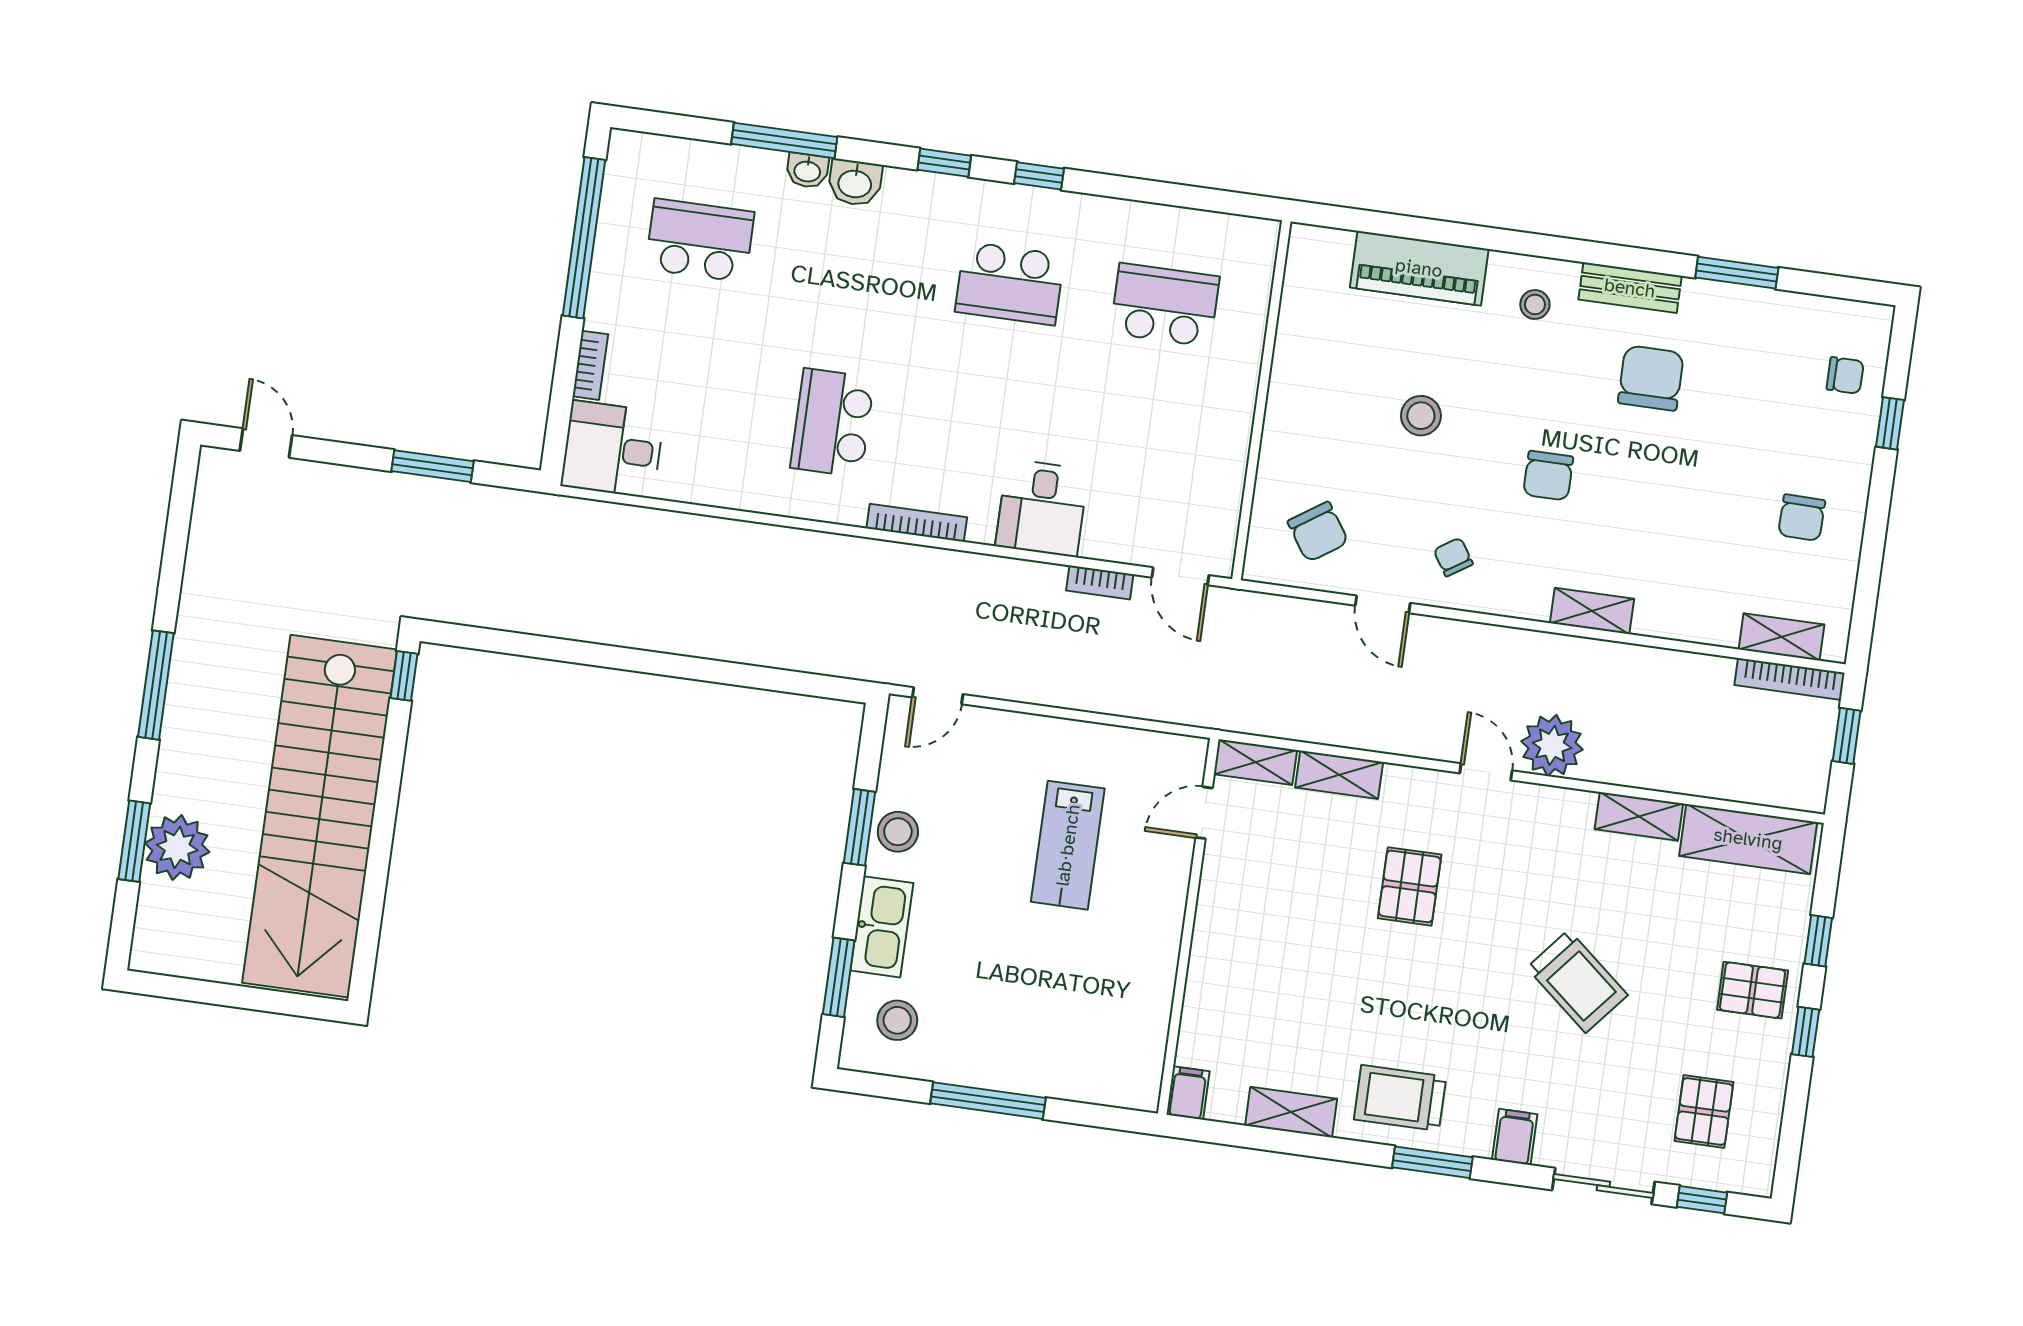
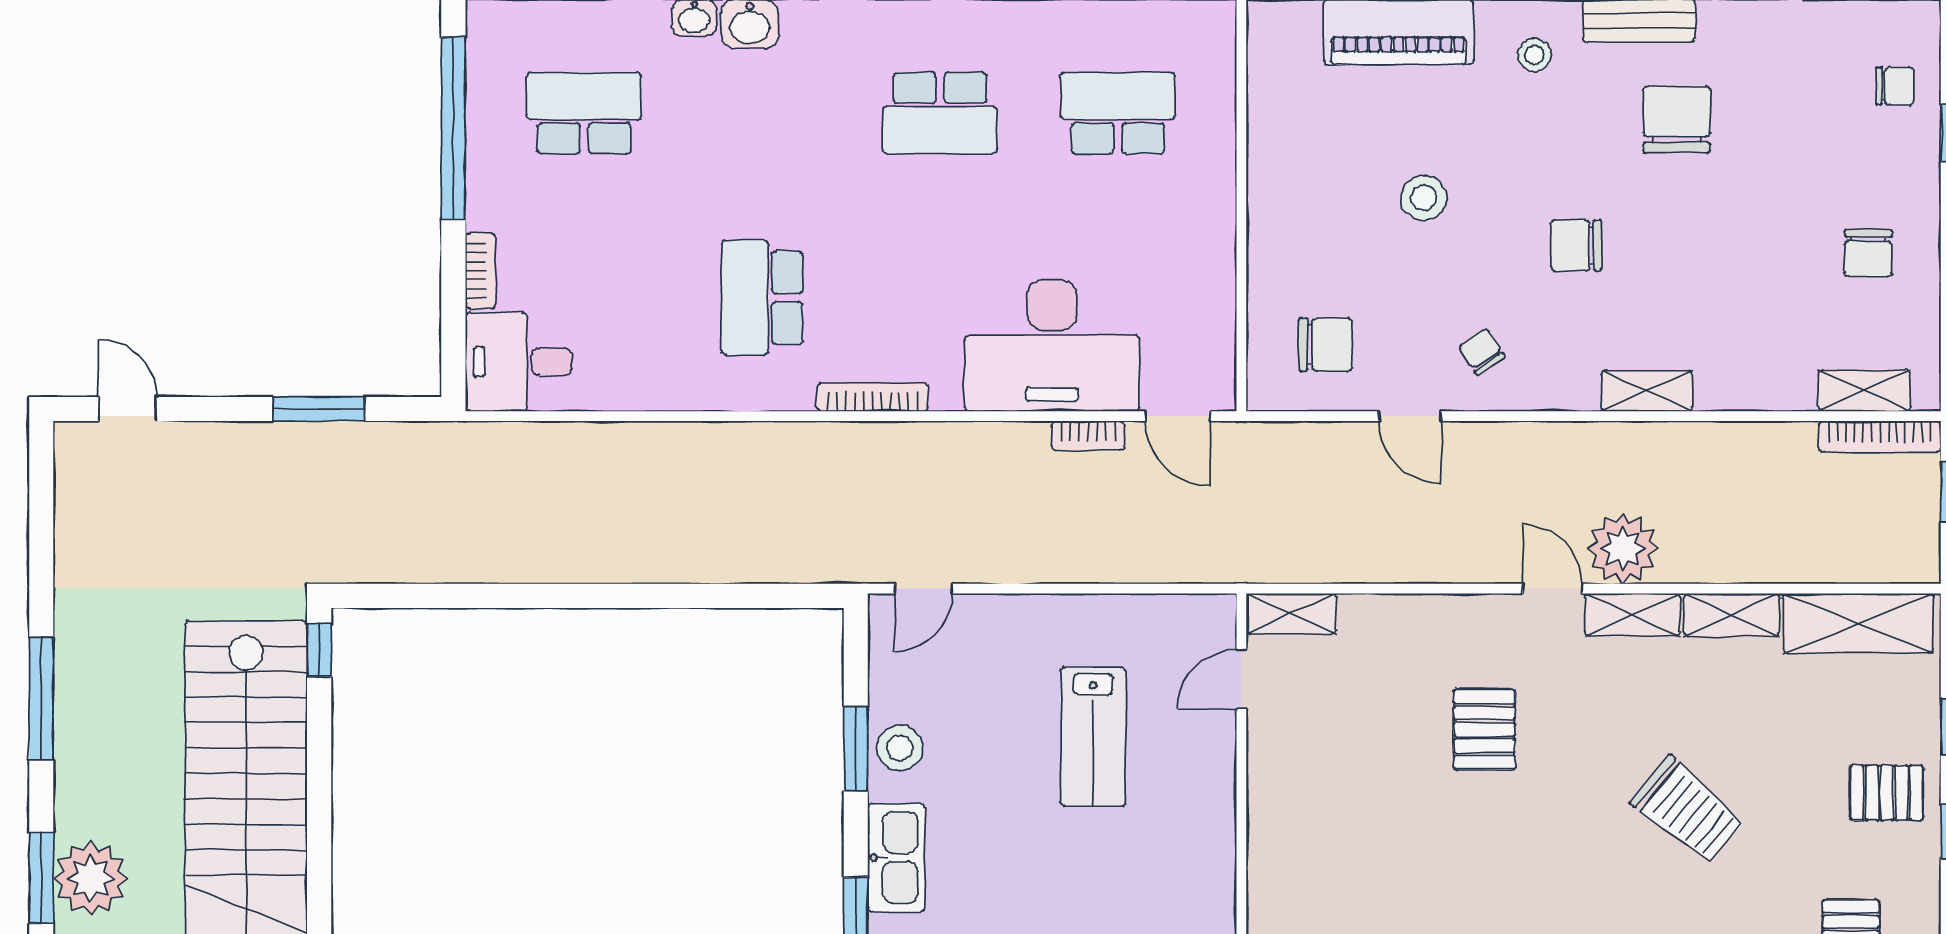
chair: (1548, 476) -> (1576, 245), turned 90
desk: (1042, 508) -> (1052, 346), width x1.87, depth x1.30
chair: (1318, 532) -> (1326, 345), turned -56
shelving: (1339, 775) -> (1633, 615), moved

